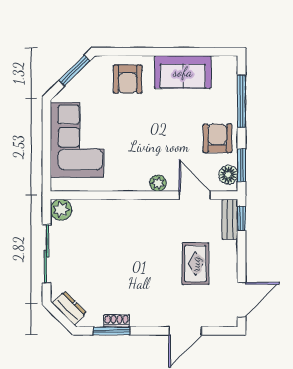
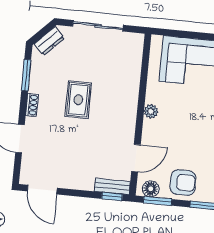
plant: (158, 183) -> (151, 111), moved
plant: (61, 210) -> (135, 42), removed
rug: (195, 264) -> (78, 100), moved, turned 90
shoe rack: (117, 321) -> (32, 105), moved

